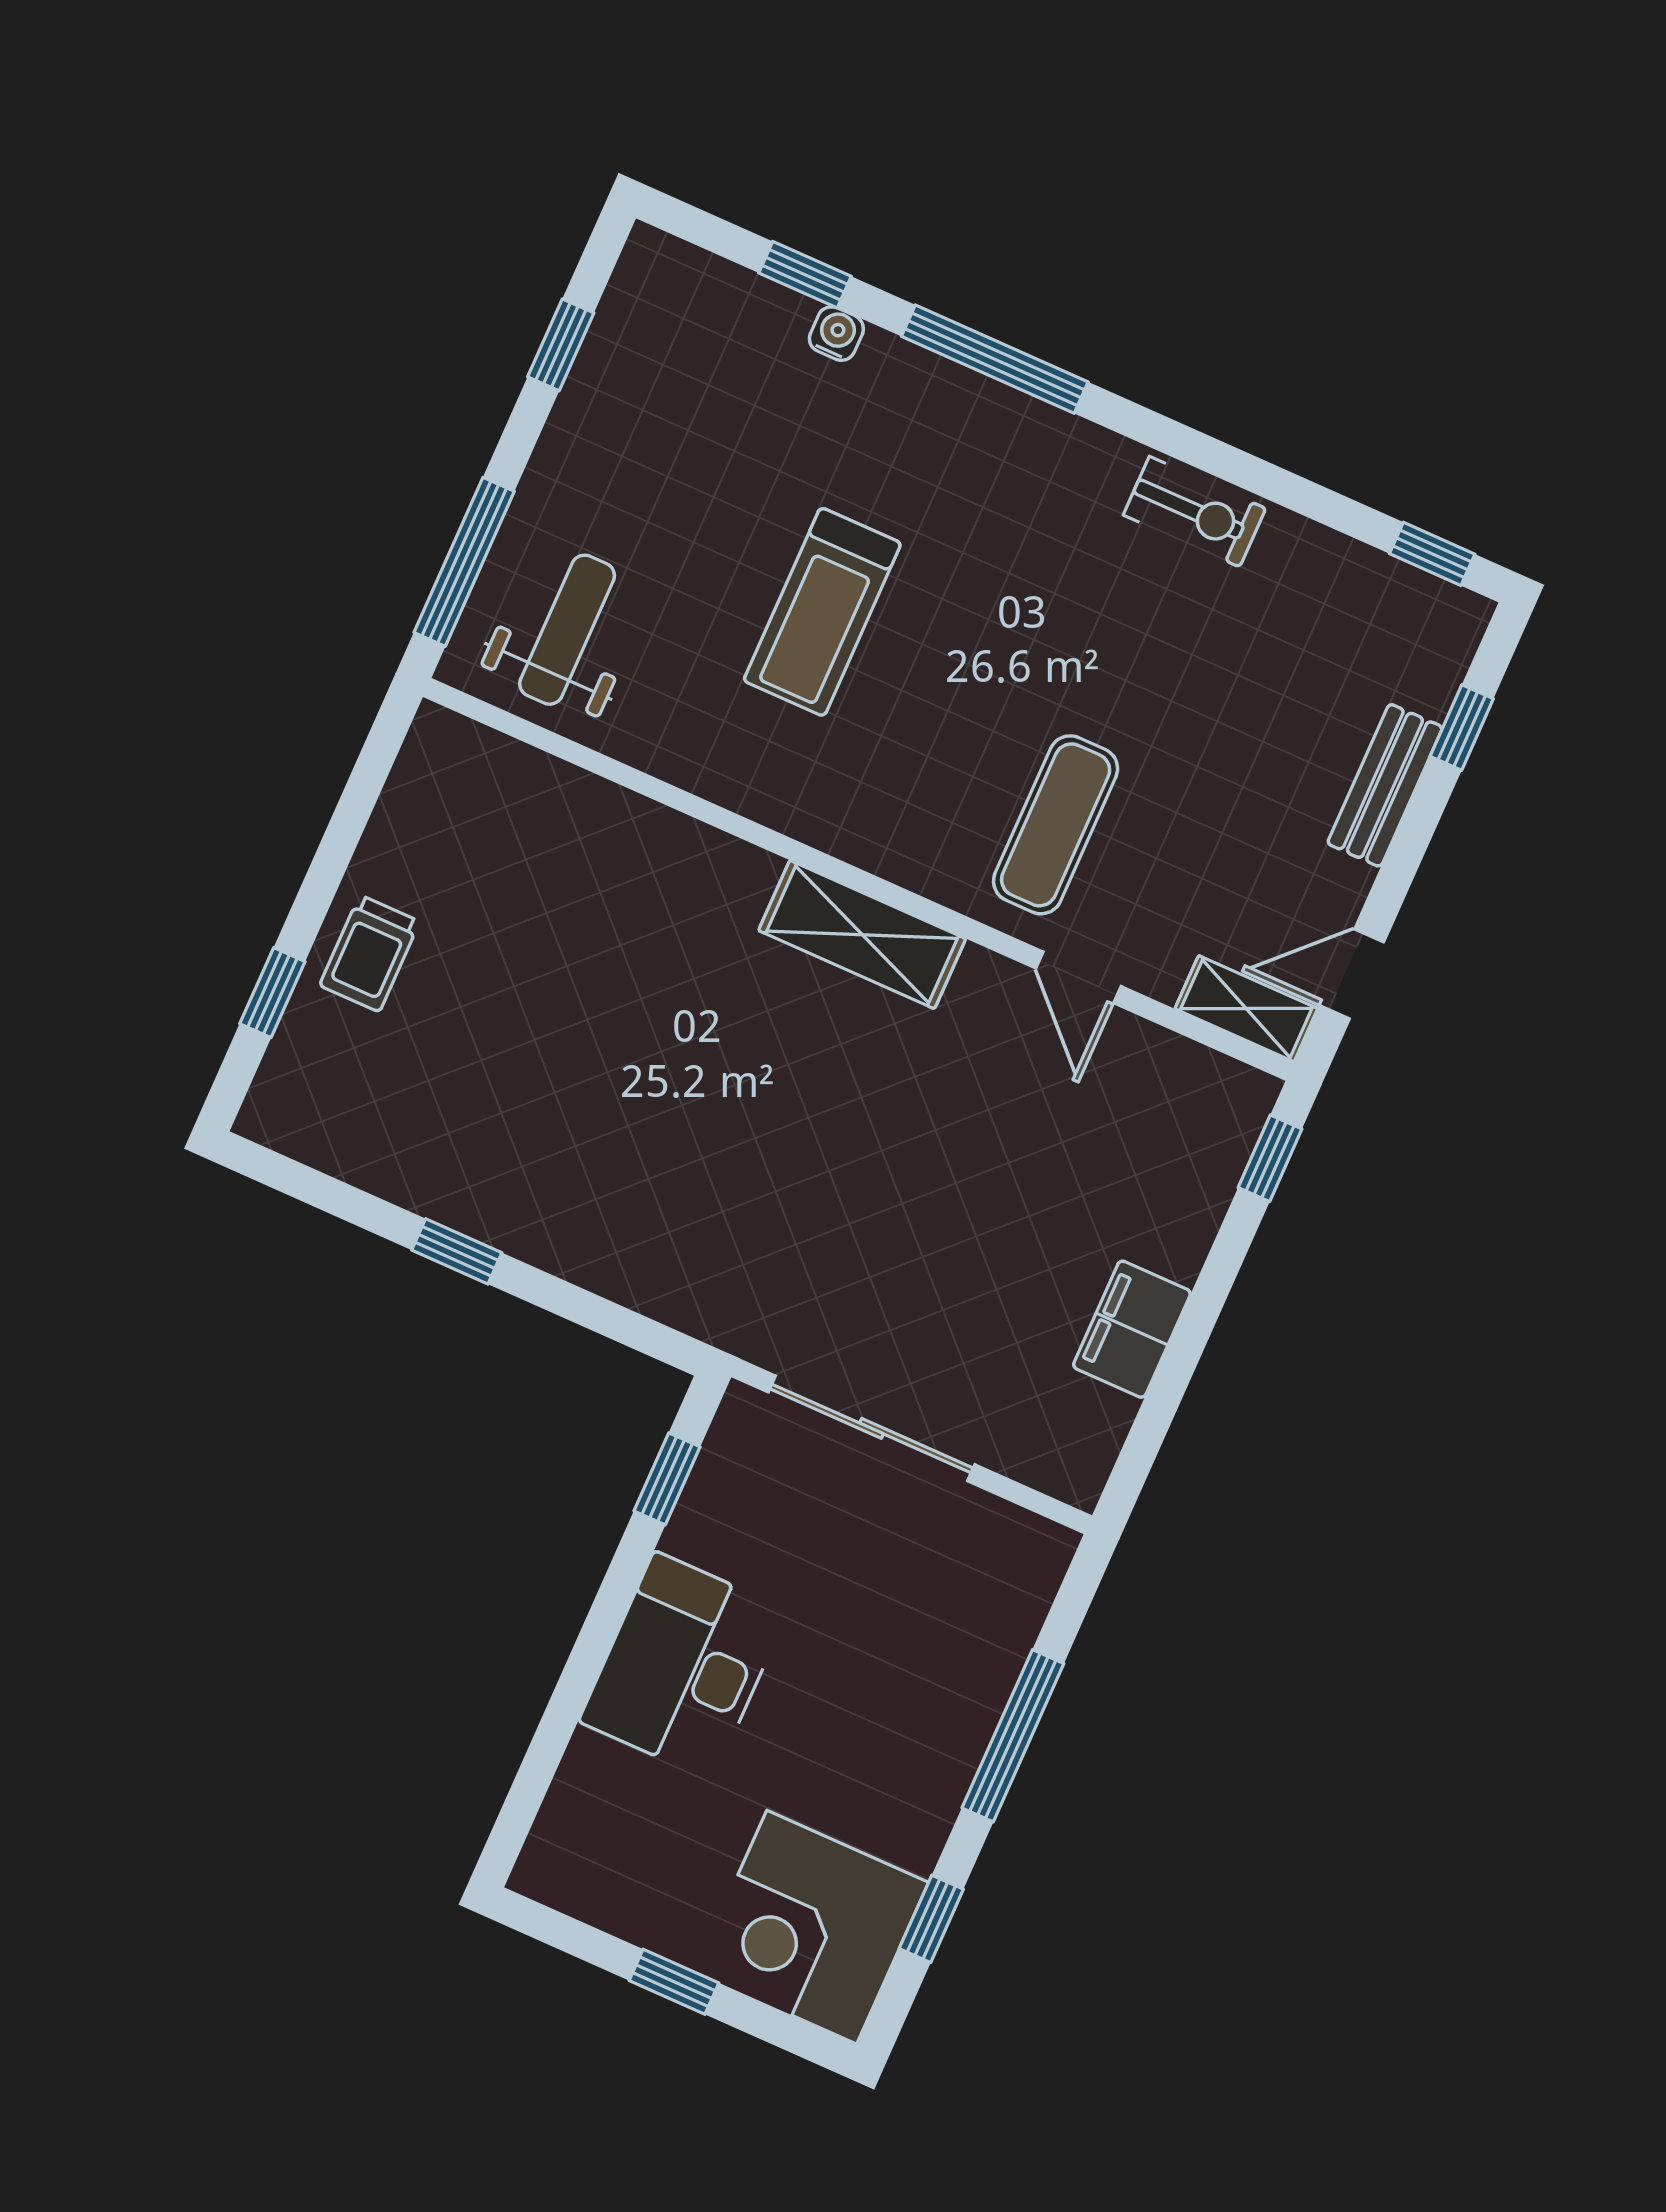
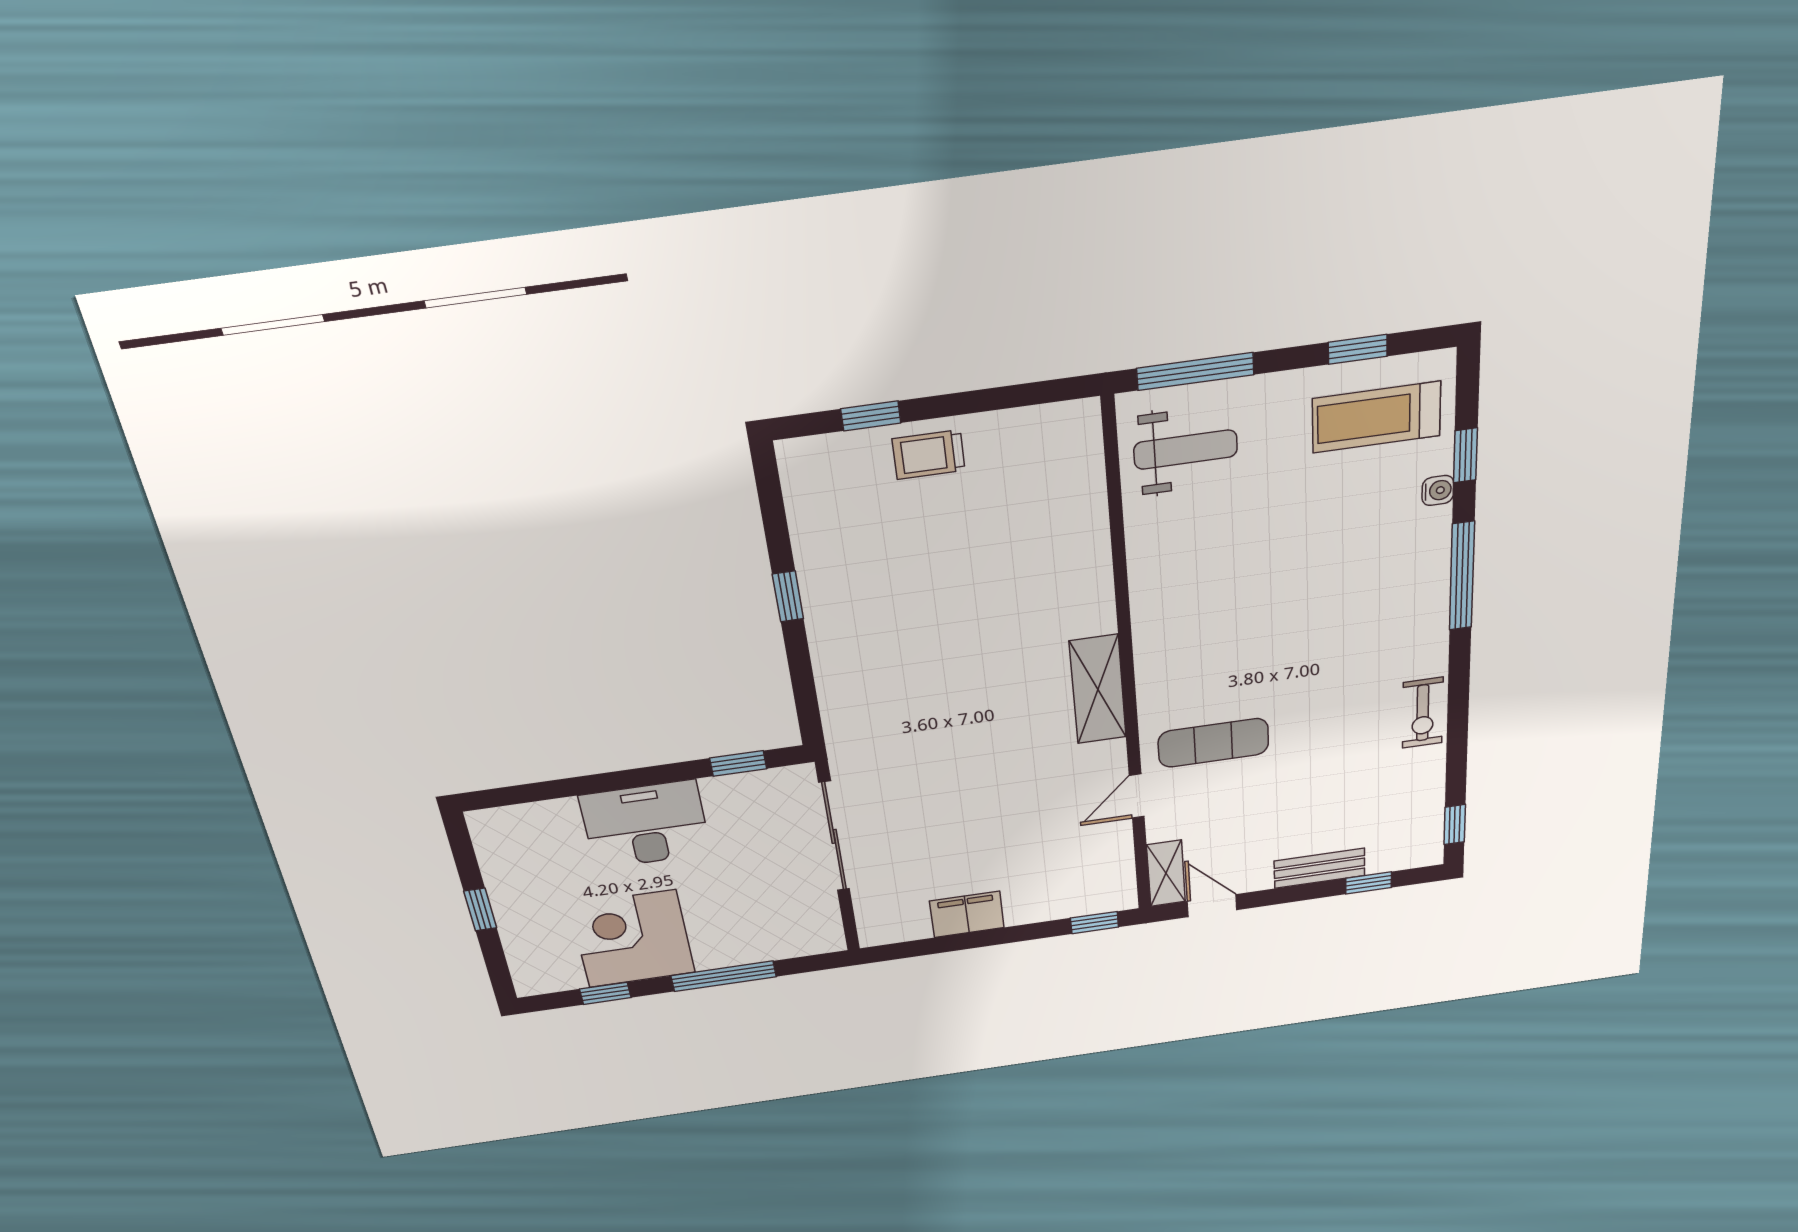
treadmill: (822, 612) -> (1376, 417), moved
corner desk: (812, 1927) -> (632, 939), moved

